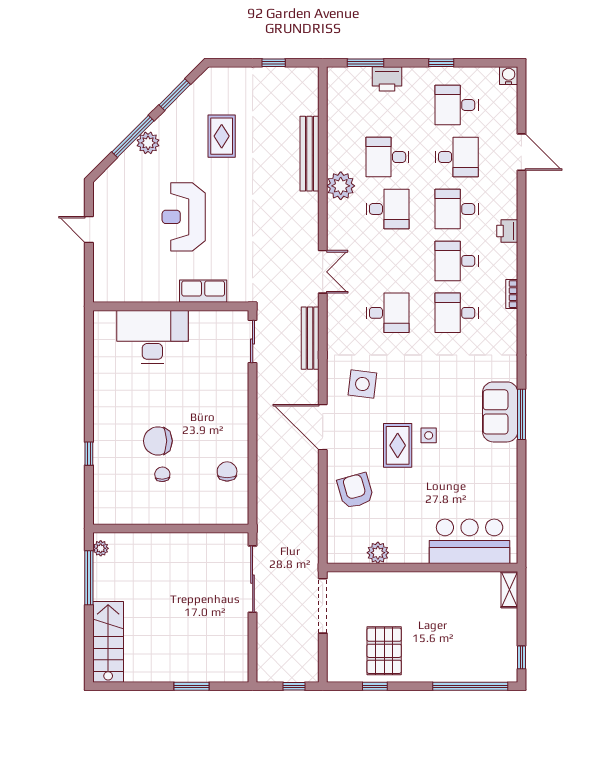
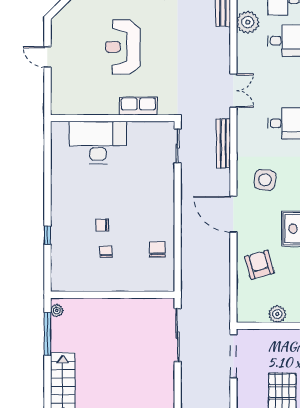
chair: (158, 441) -> (102, 225), width x0.54, depth x0.54

